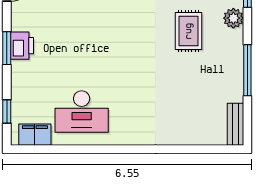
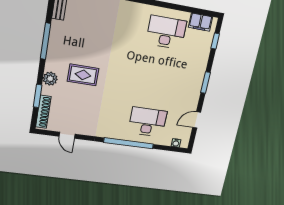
rug: (189, 31) -> (83, 75), turned 90
printer: (22, 46) -> (195, 83), removed

